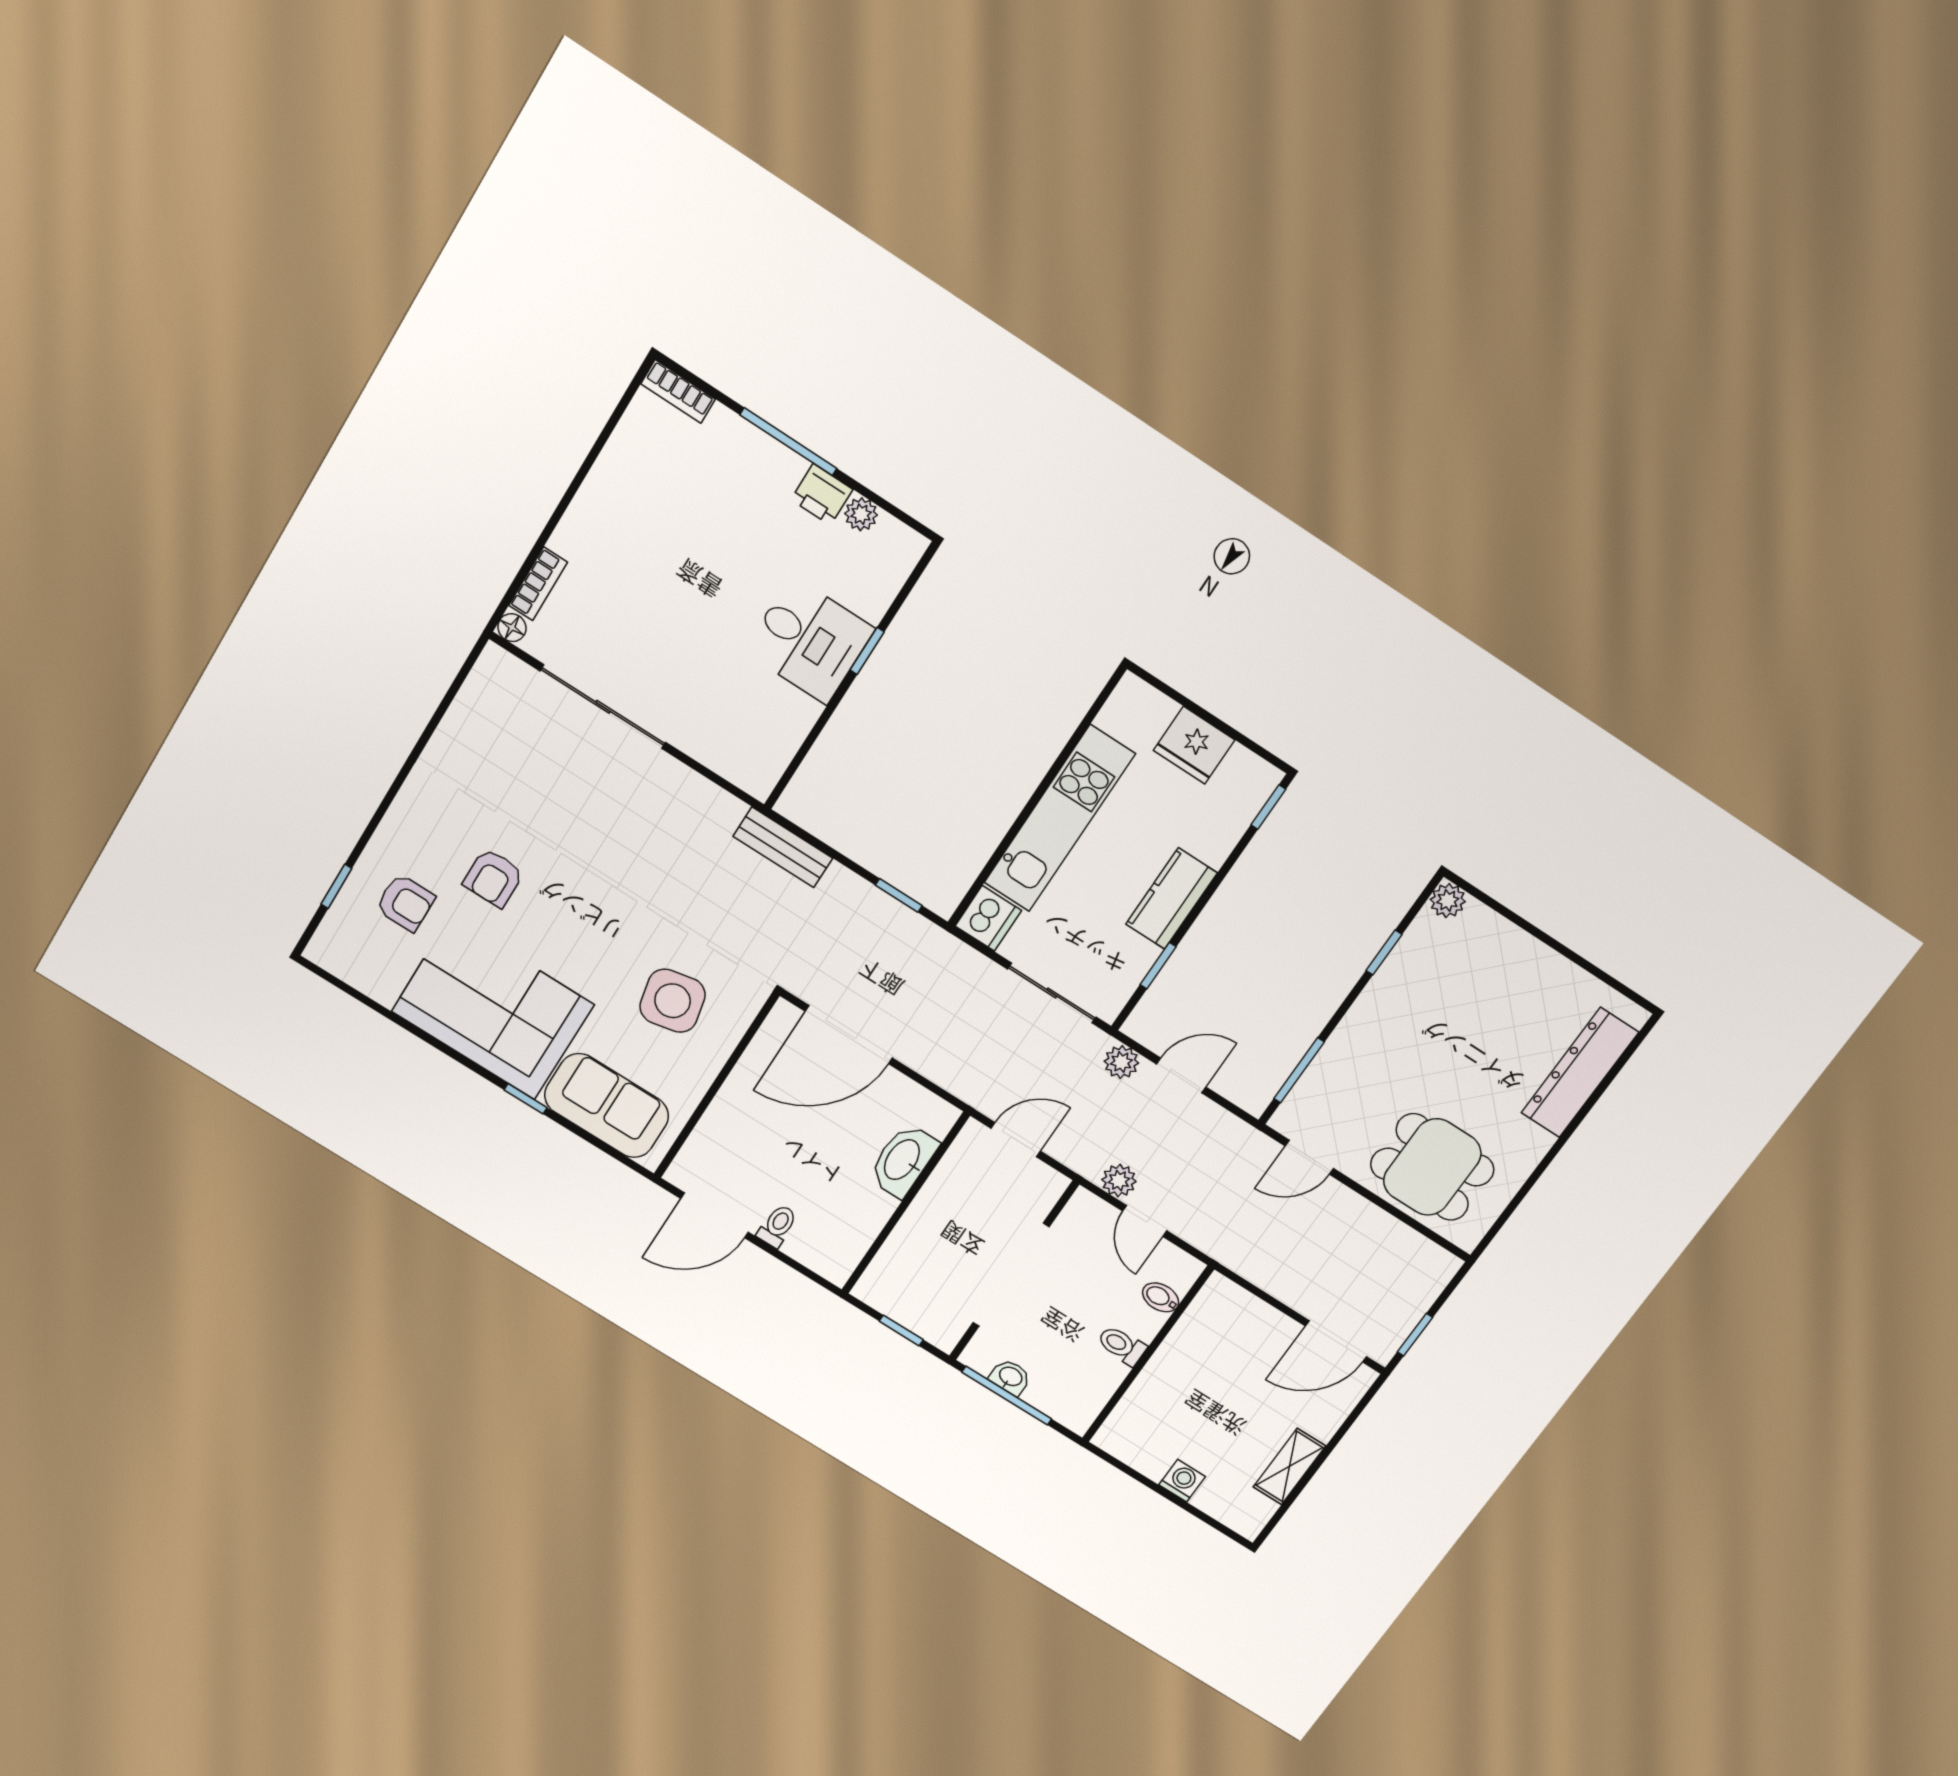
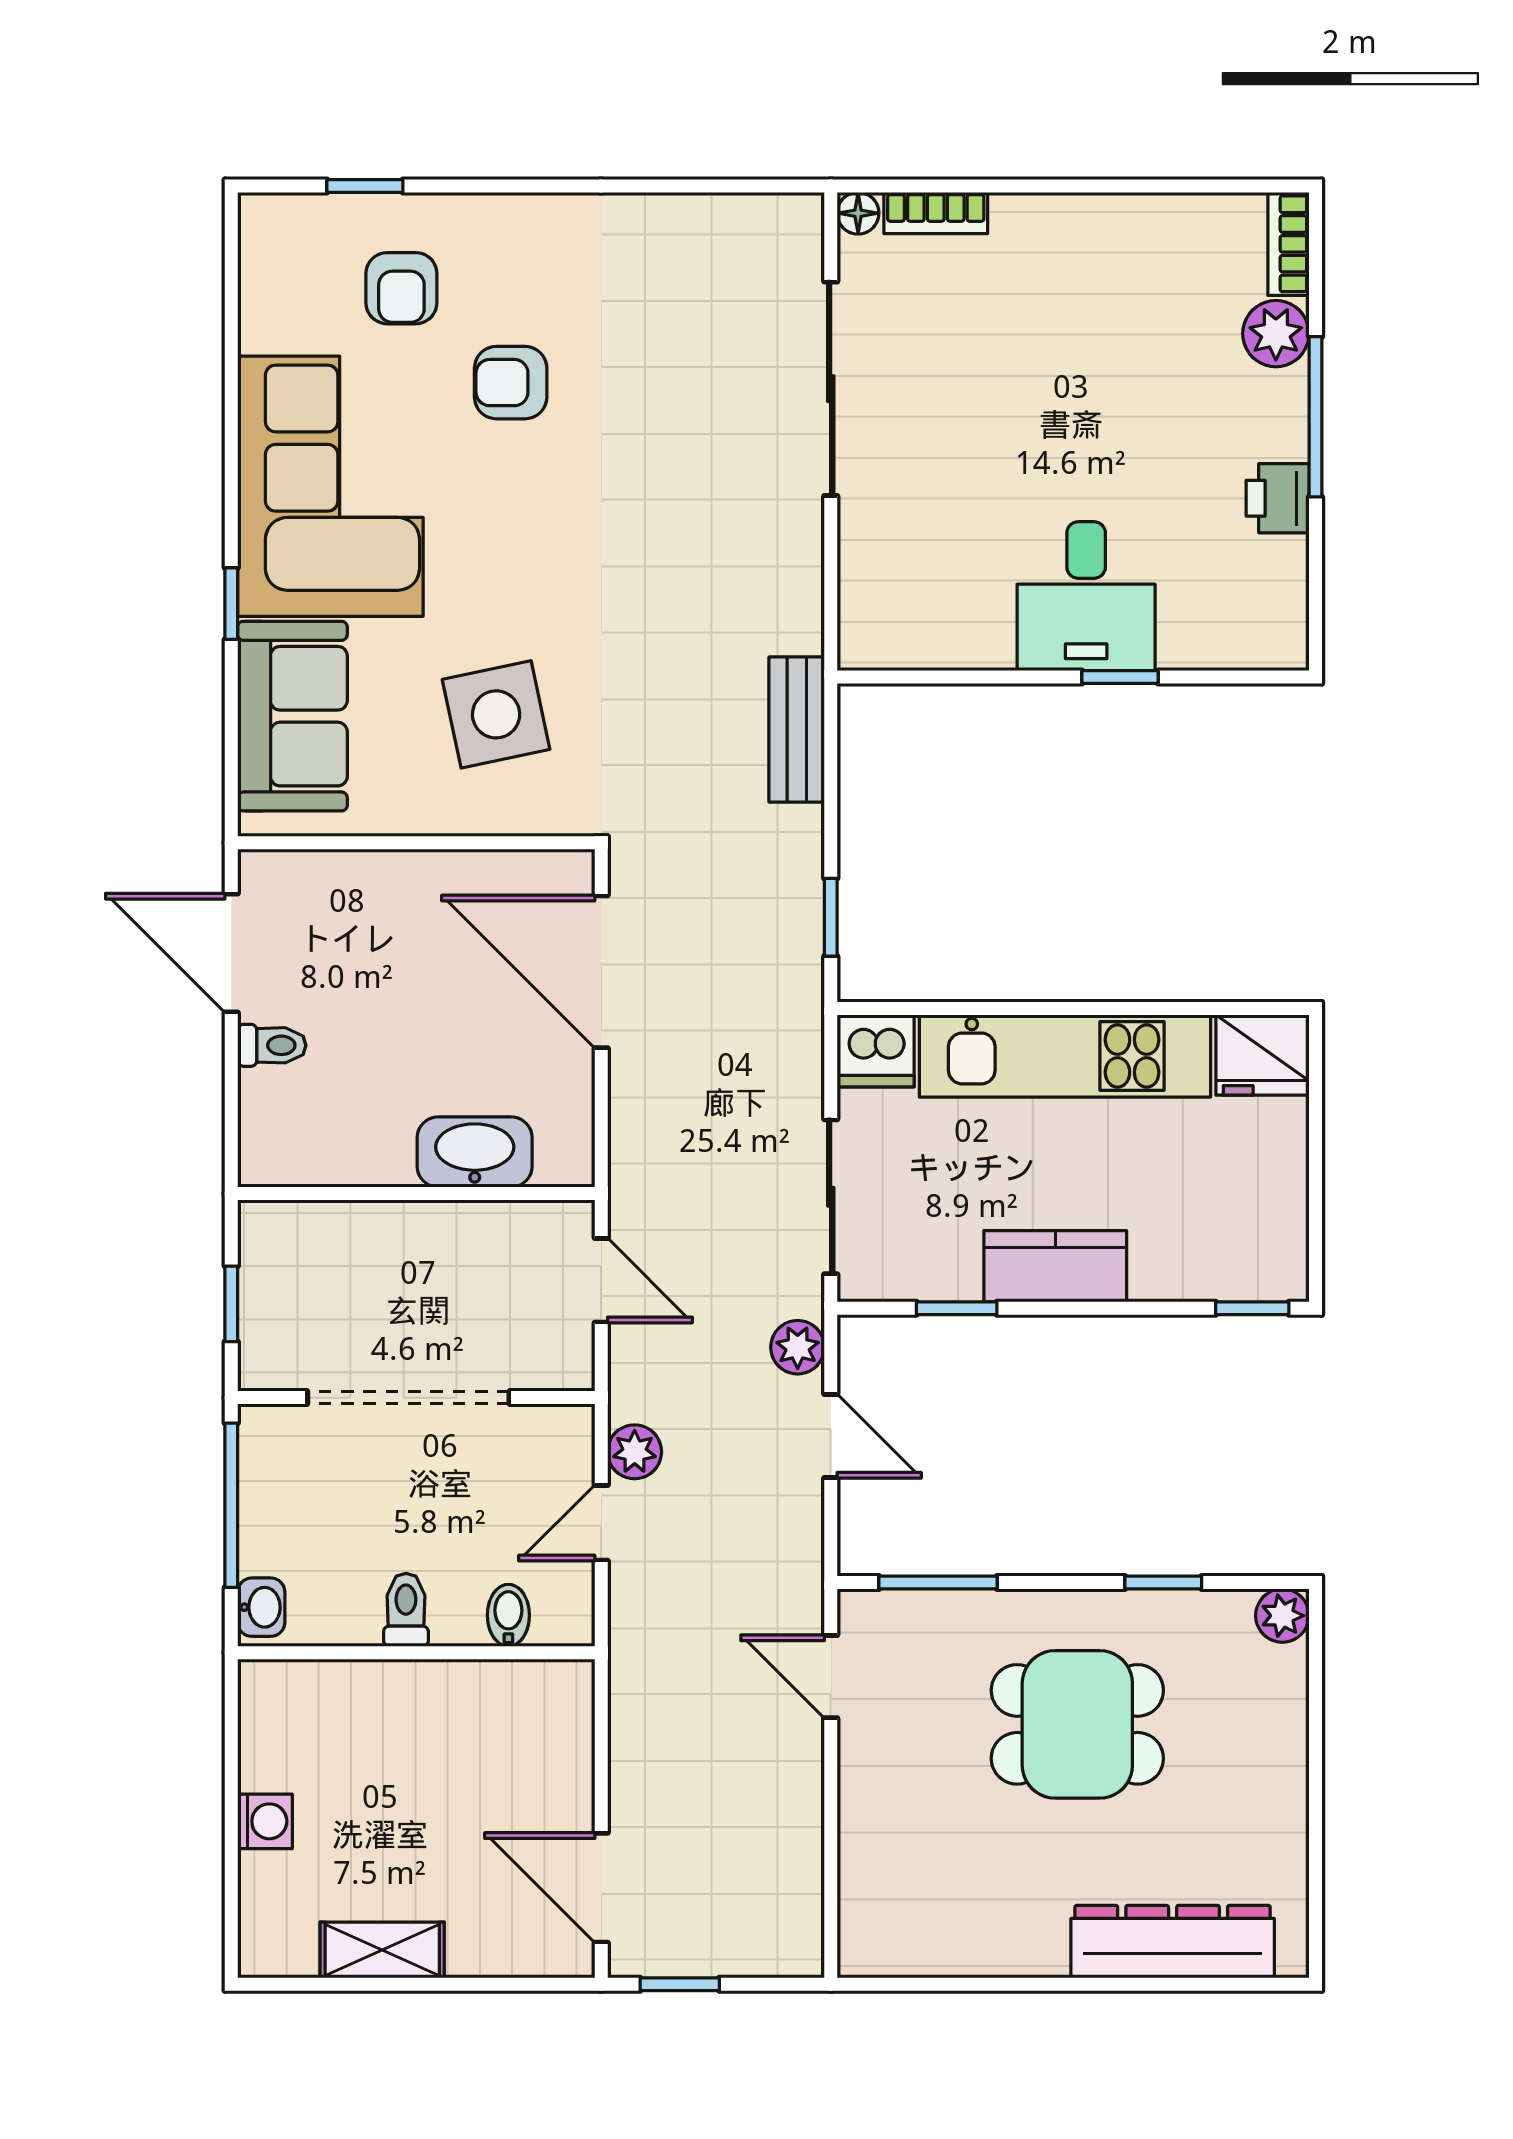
plant: (861, 514) -> (1276, 334), moved, width x1.38, depth x1.38
fridge: (1194, 745) -> (1262, 1055), moved, turned -90
dining table: (1432, 1167) -> (1077, 1724), moved, turned 90
washbasin: (1010, 1377) -> (261, 1607), moved

